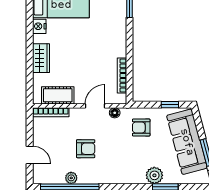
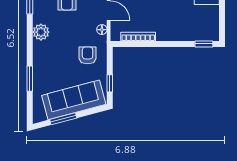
plant: (154, 175) -> (41, 32), moved

